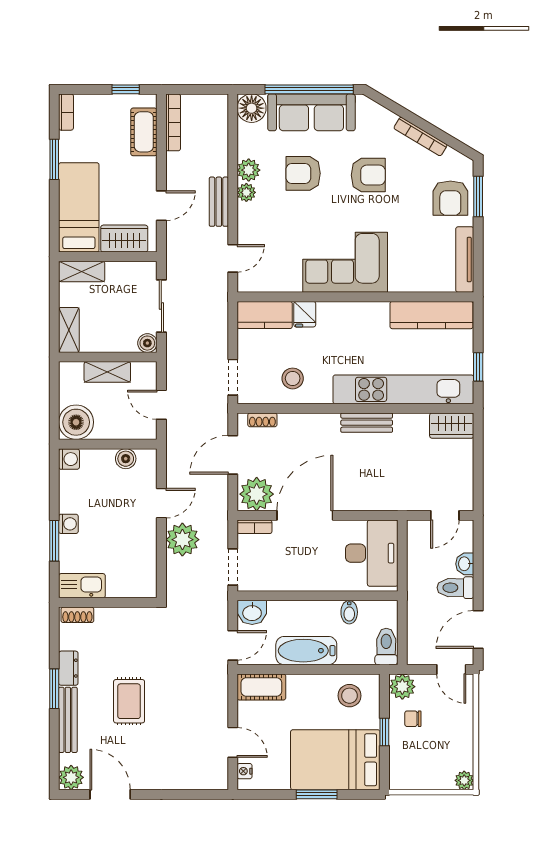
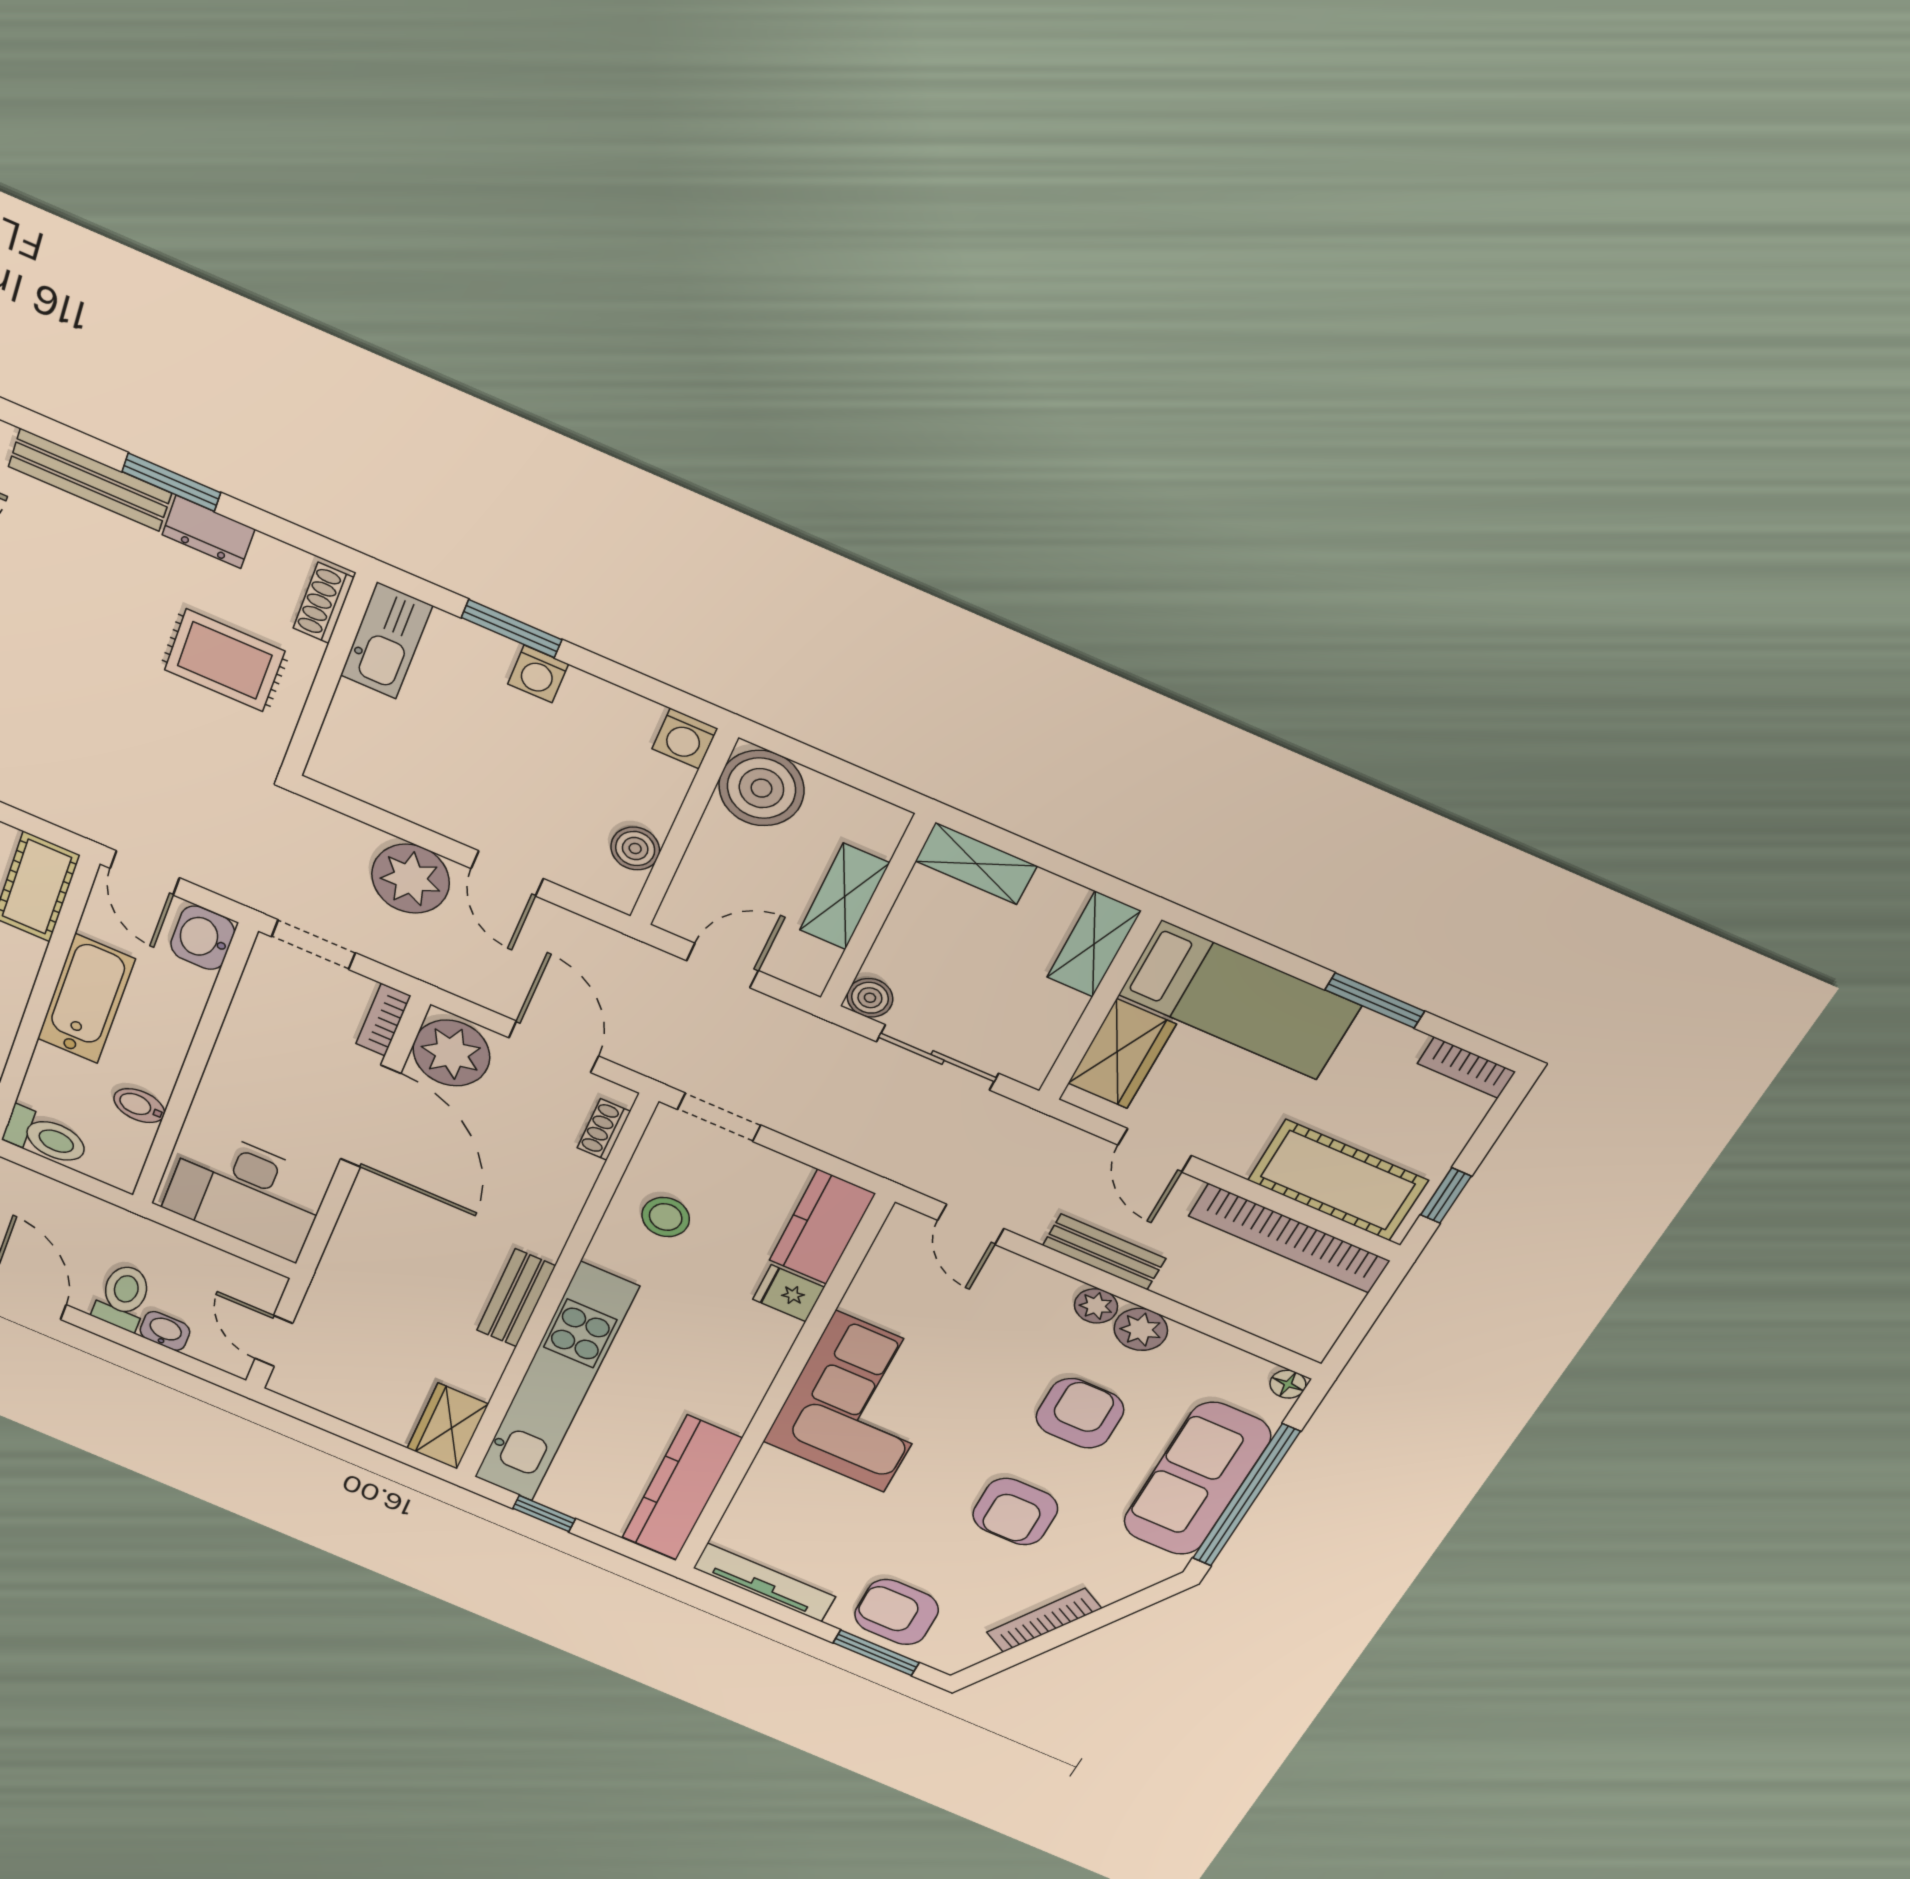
floor lamp: (252, 108) -> (1288, 1384), width x0.53, depth x0.53
bookcase: (173, 122) -> (1289, 1238), width x1.48, depth x1.31
cot: (144, 132) -> (1338, 1180), width x1.37, depth x1.34
rug: (129, 701) -> (225, 660), moved

